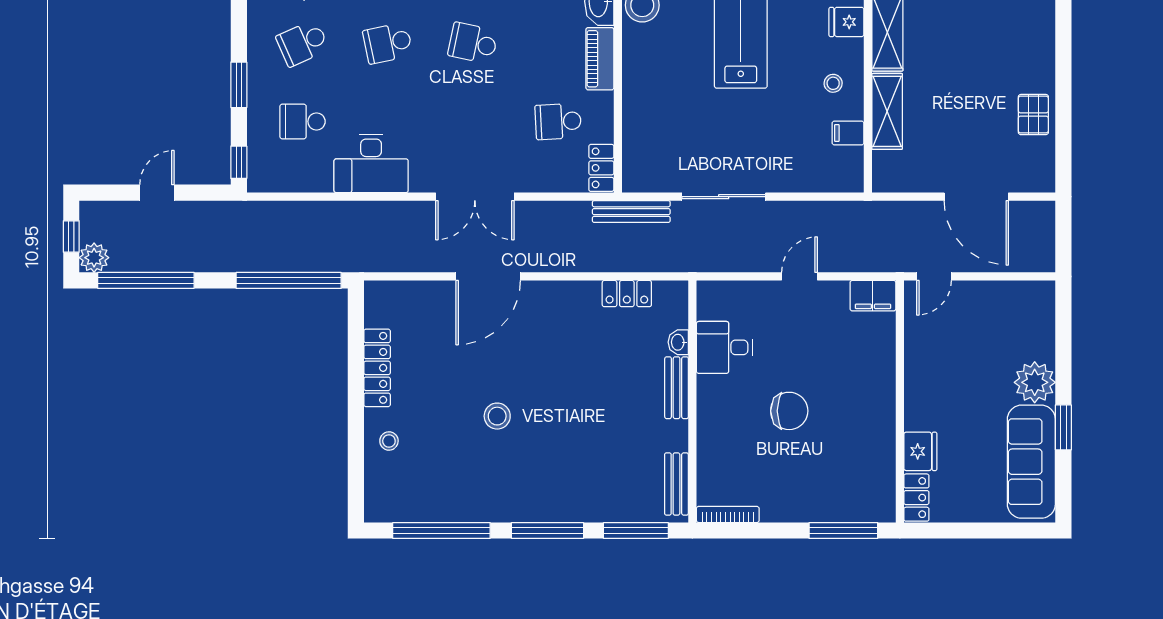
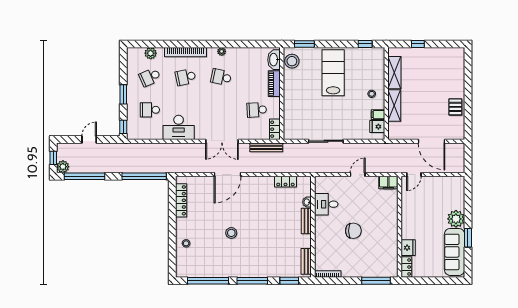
fridge: (846, 22) -> (377, 127), moved
bench: (631, 212) -> (266, 147), moved
locker: (377, 368) -> (181, 200), moved
window: (636, 530) -> (289, 281), width x0.69

